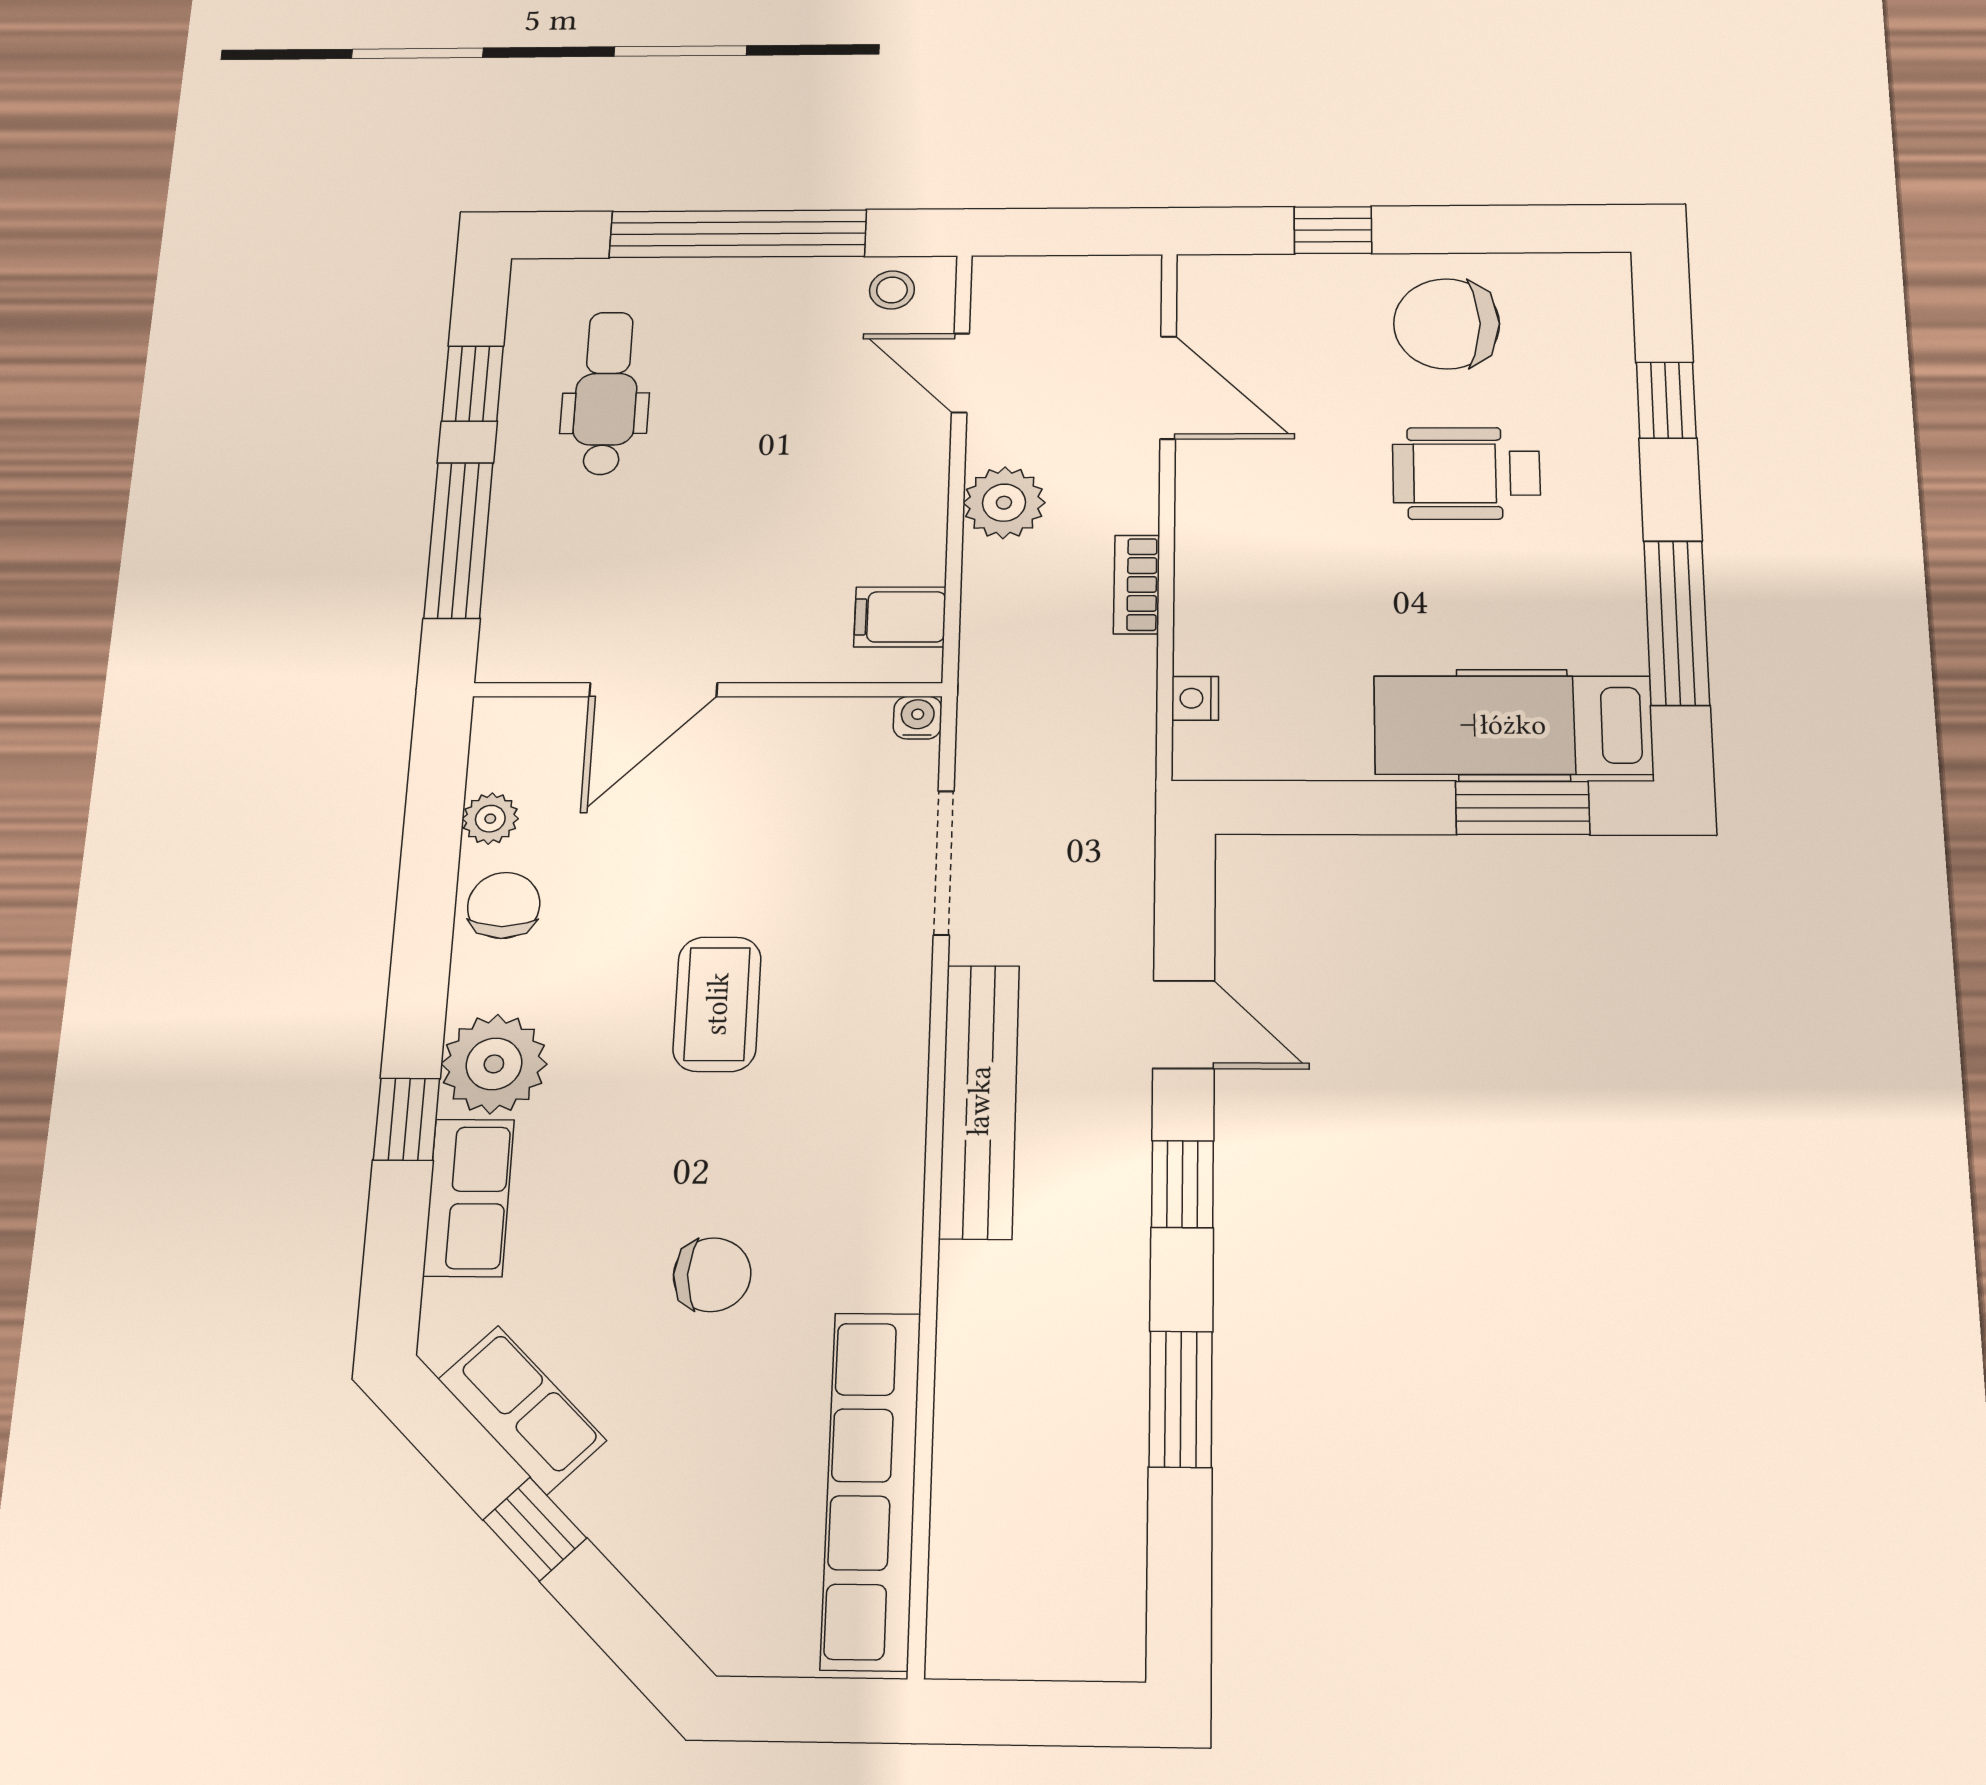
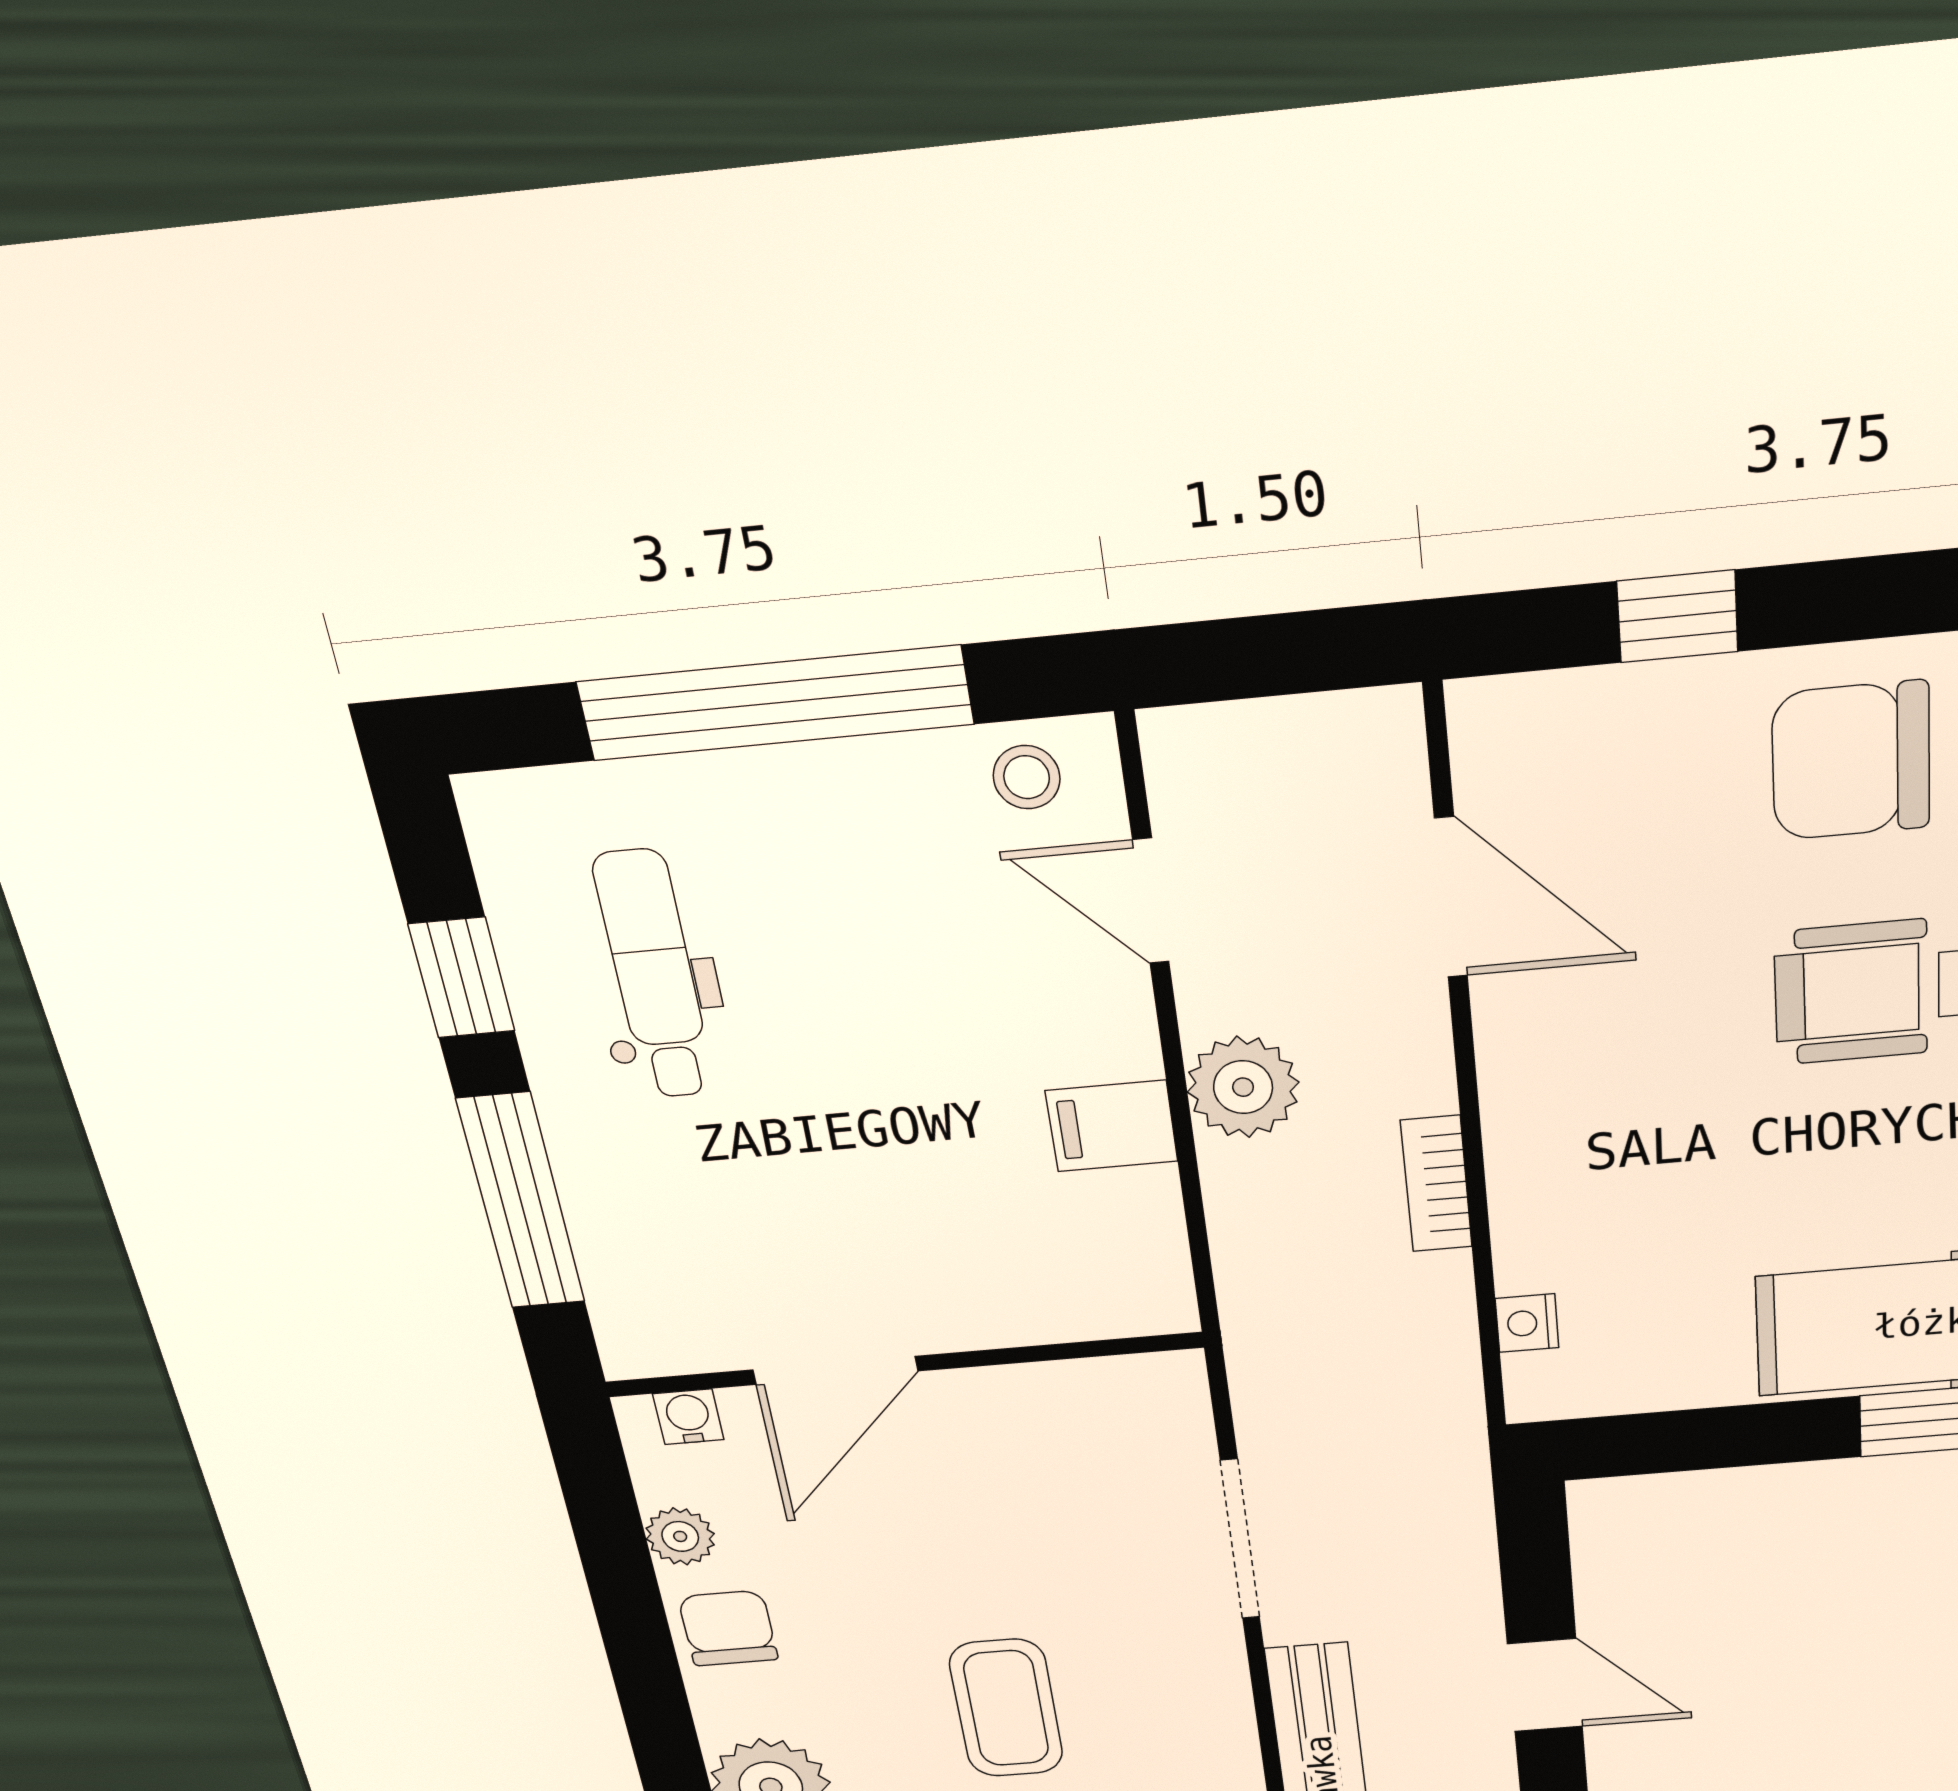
filing cabinet: (900, 617) -> (1112, 1126), moved
water cooler: (918, 718) -> (688, 1417), moved

